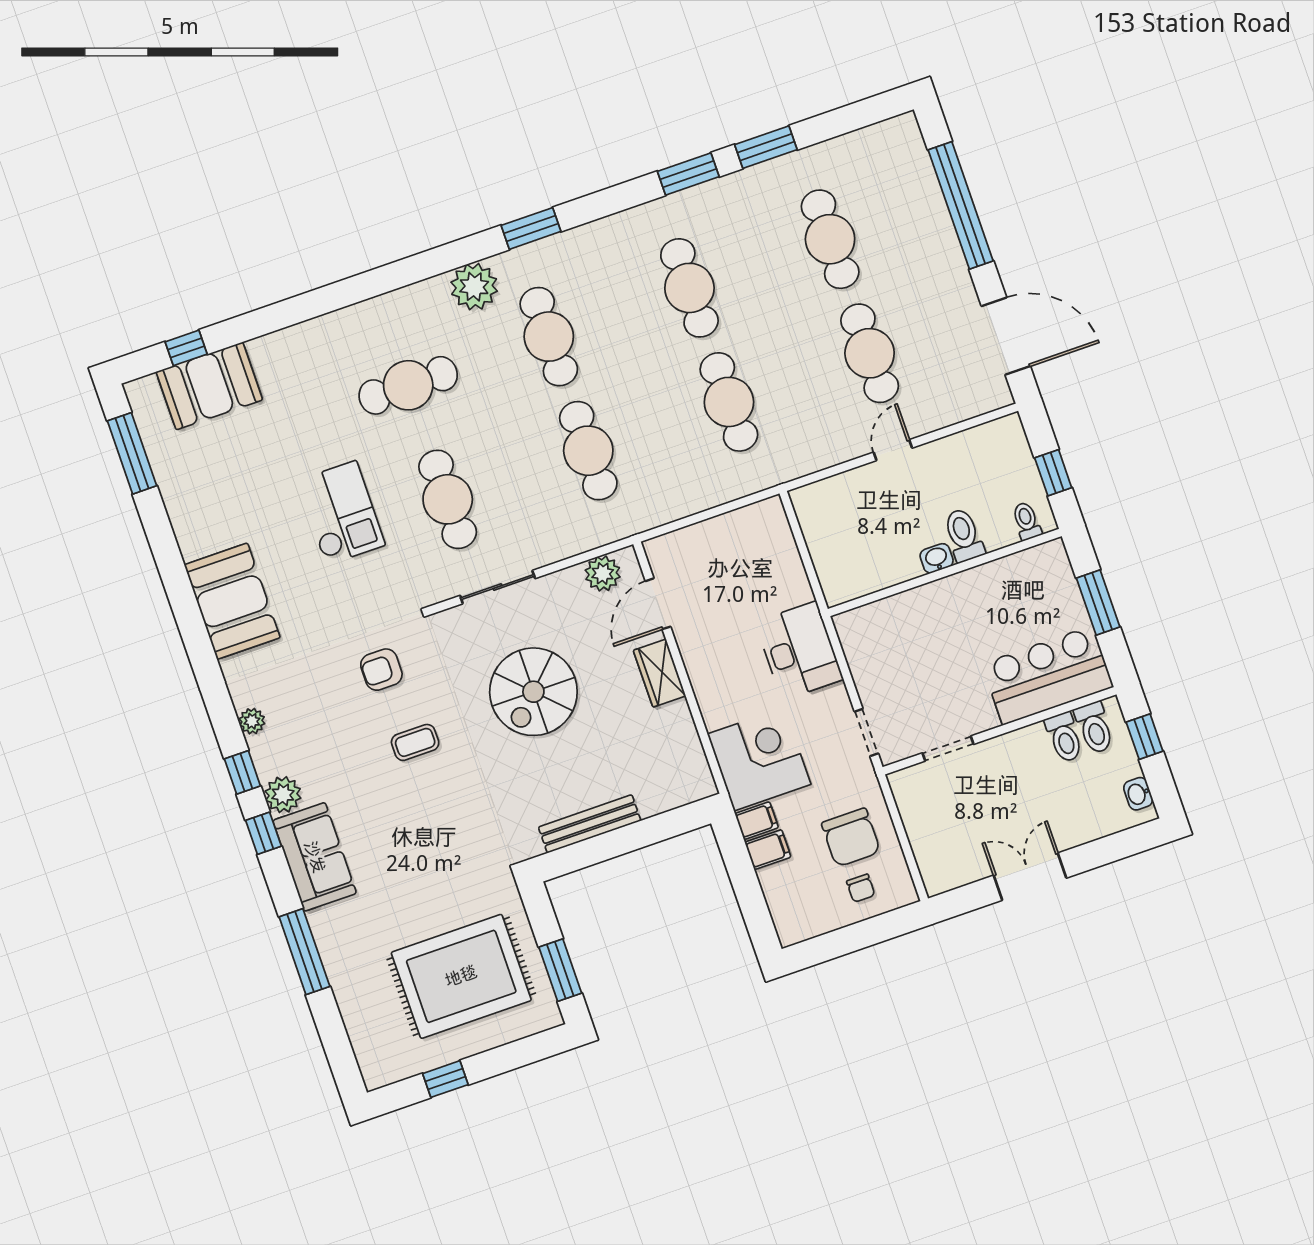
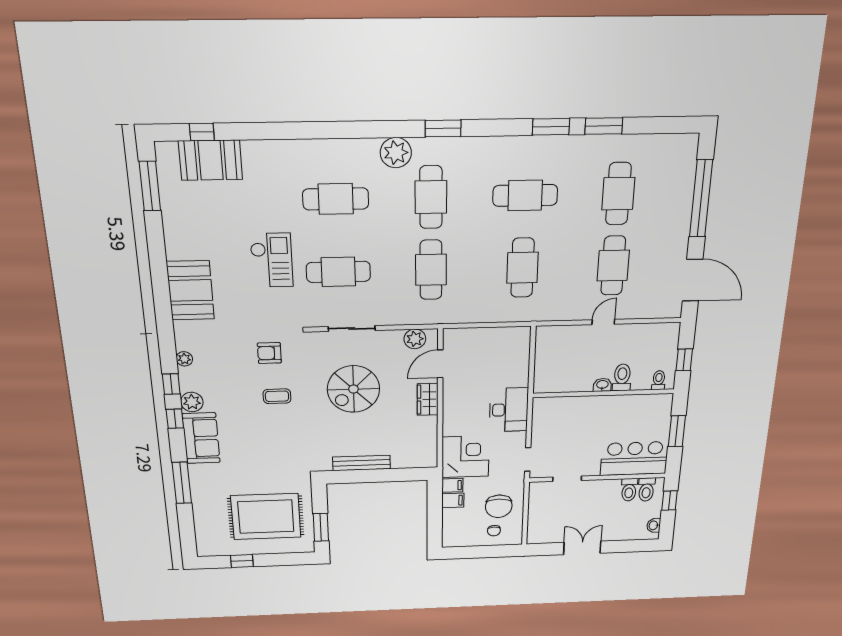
cafe table: (689, 288) -> (525, 195), turned 90
cafe table: (448, 499) -> (338, 272), turned 90

